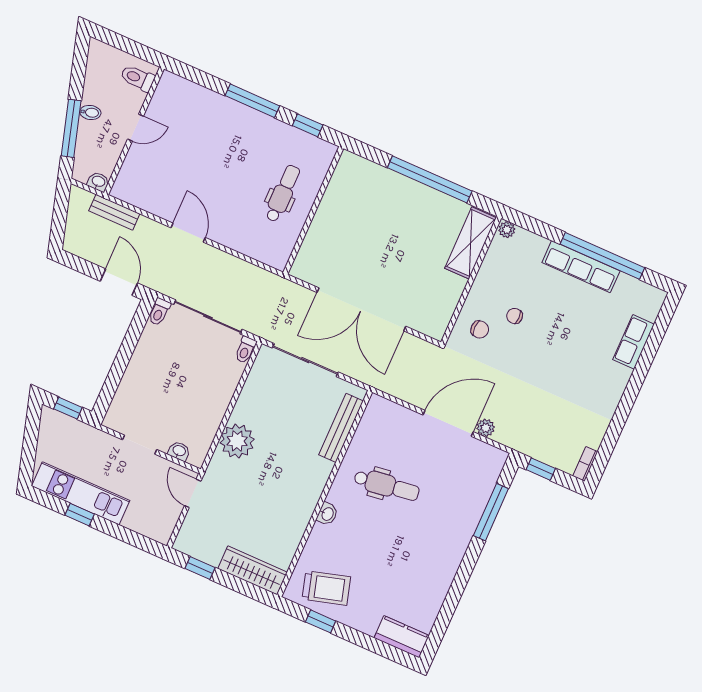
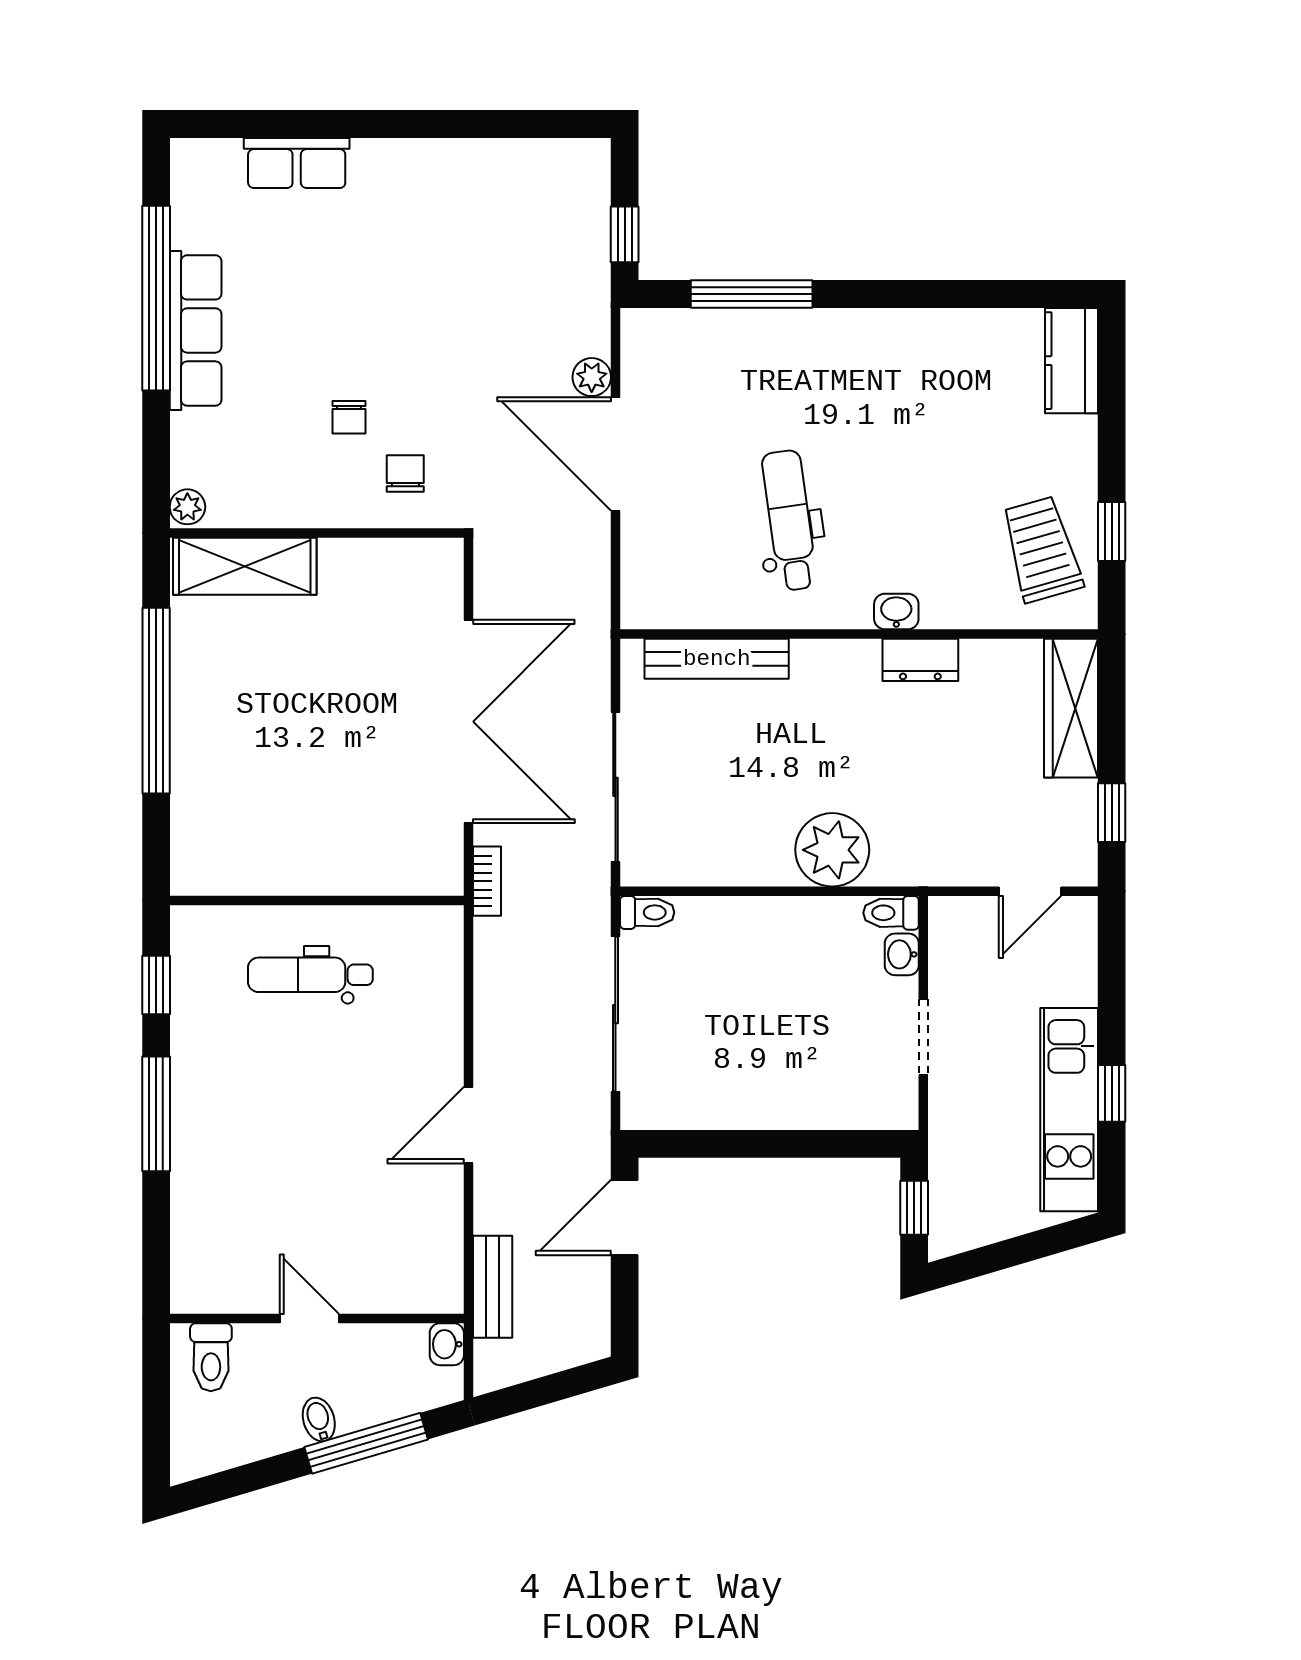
toilet: (159, 312) -> (891, 913), moved, turned 180
bookcase: (585, 464) -> (487, 881), moved, turned -90
door: (193, 493) -> (1030, 891), moved
dresser: (302, 515) -> (920, 660), added

